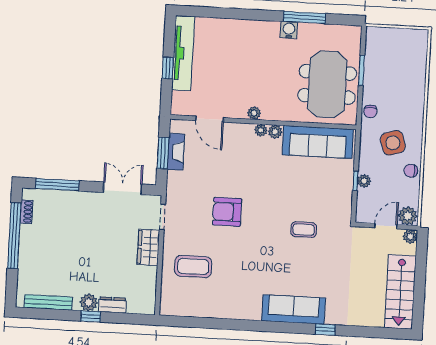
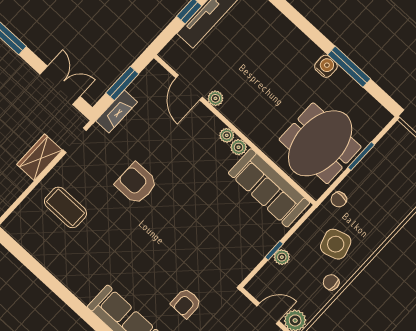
plant: (254, 113) -> (215, 98), moved
fireplace: (176, 152) -> (117, 112), moved
coffee table: (304, 230) -> (192, 256), removed
armchair: (326, 264) -> (186, 303), added

